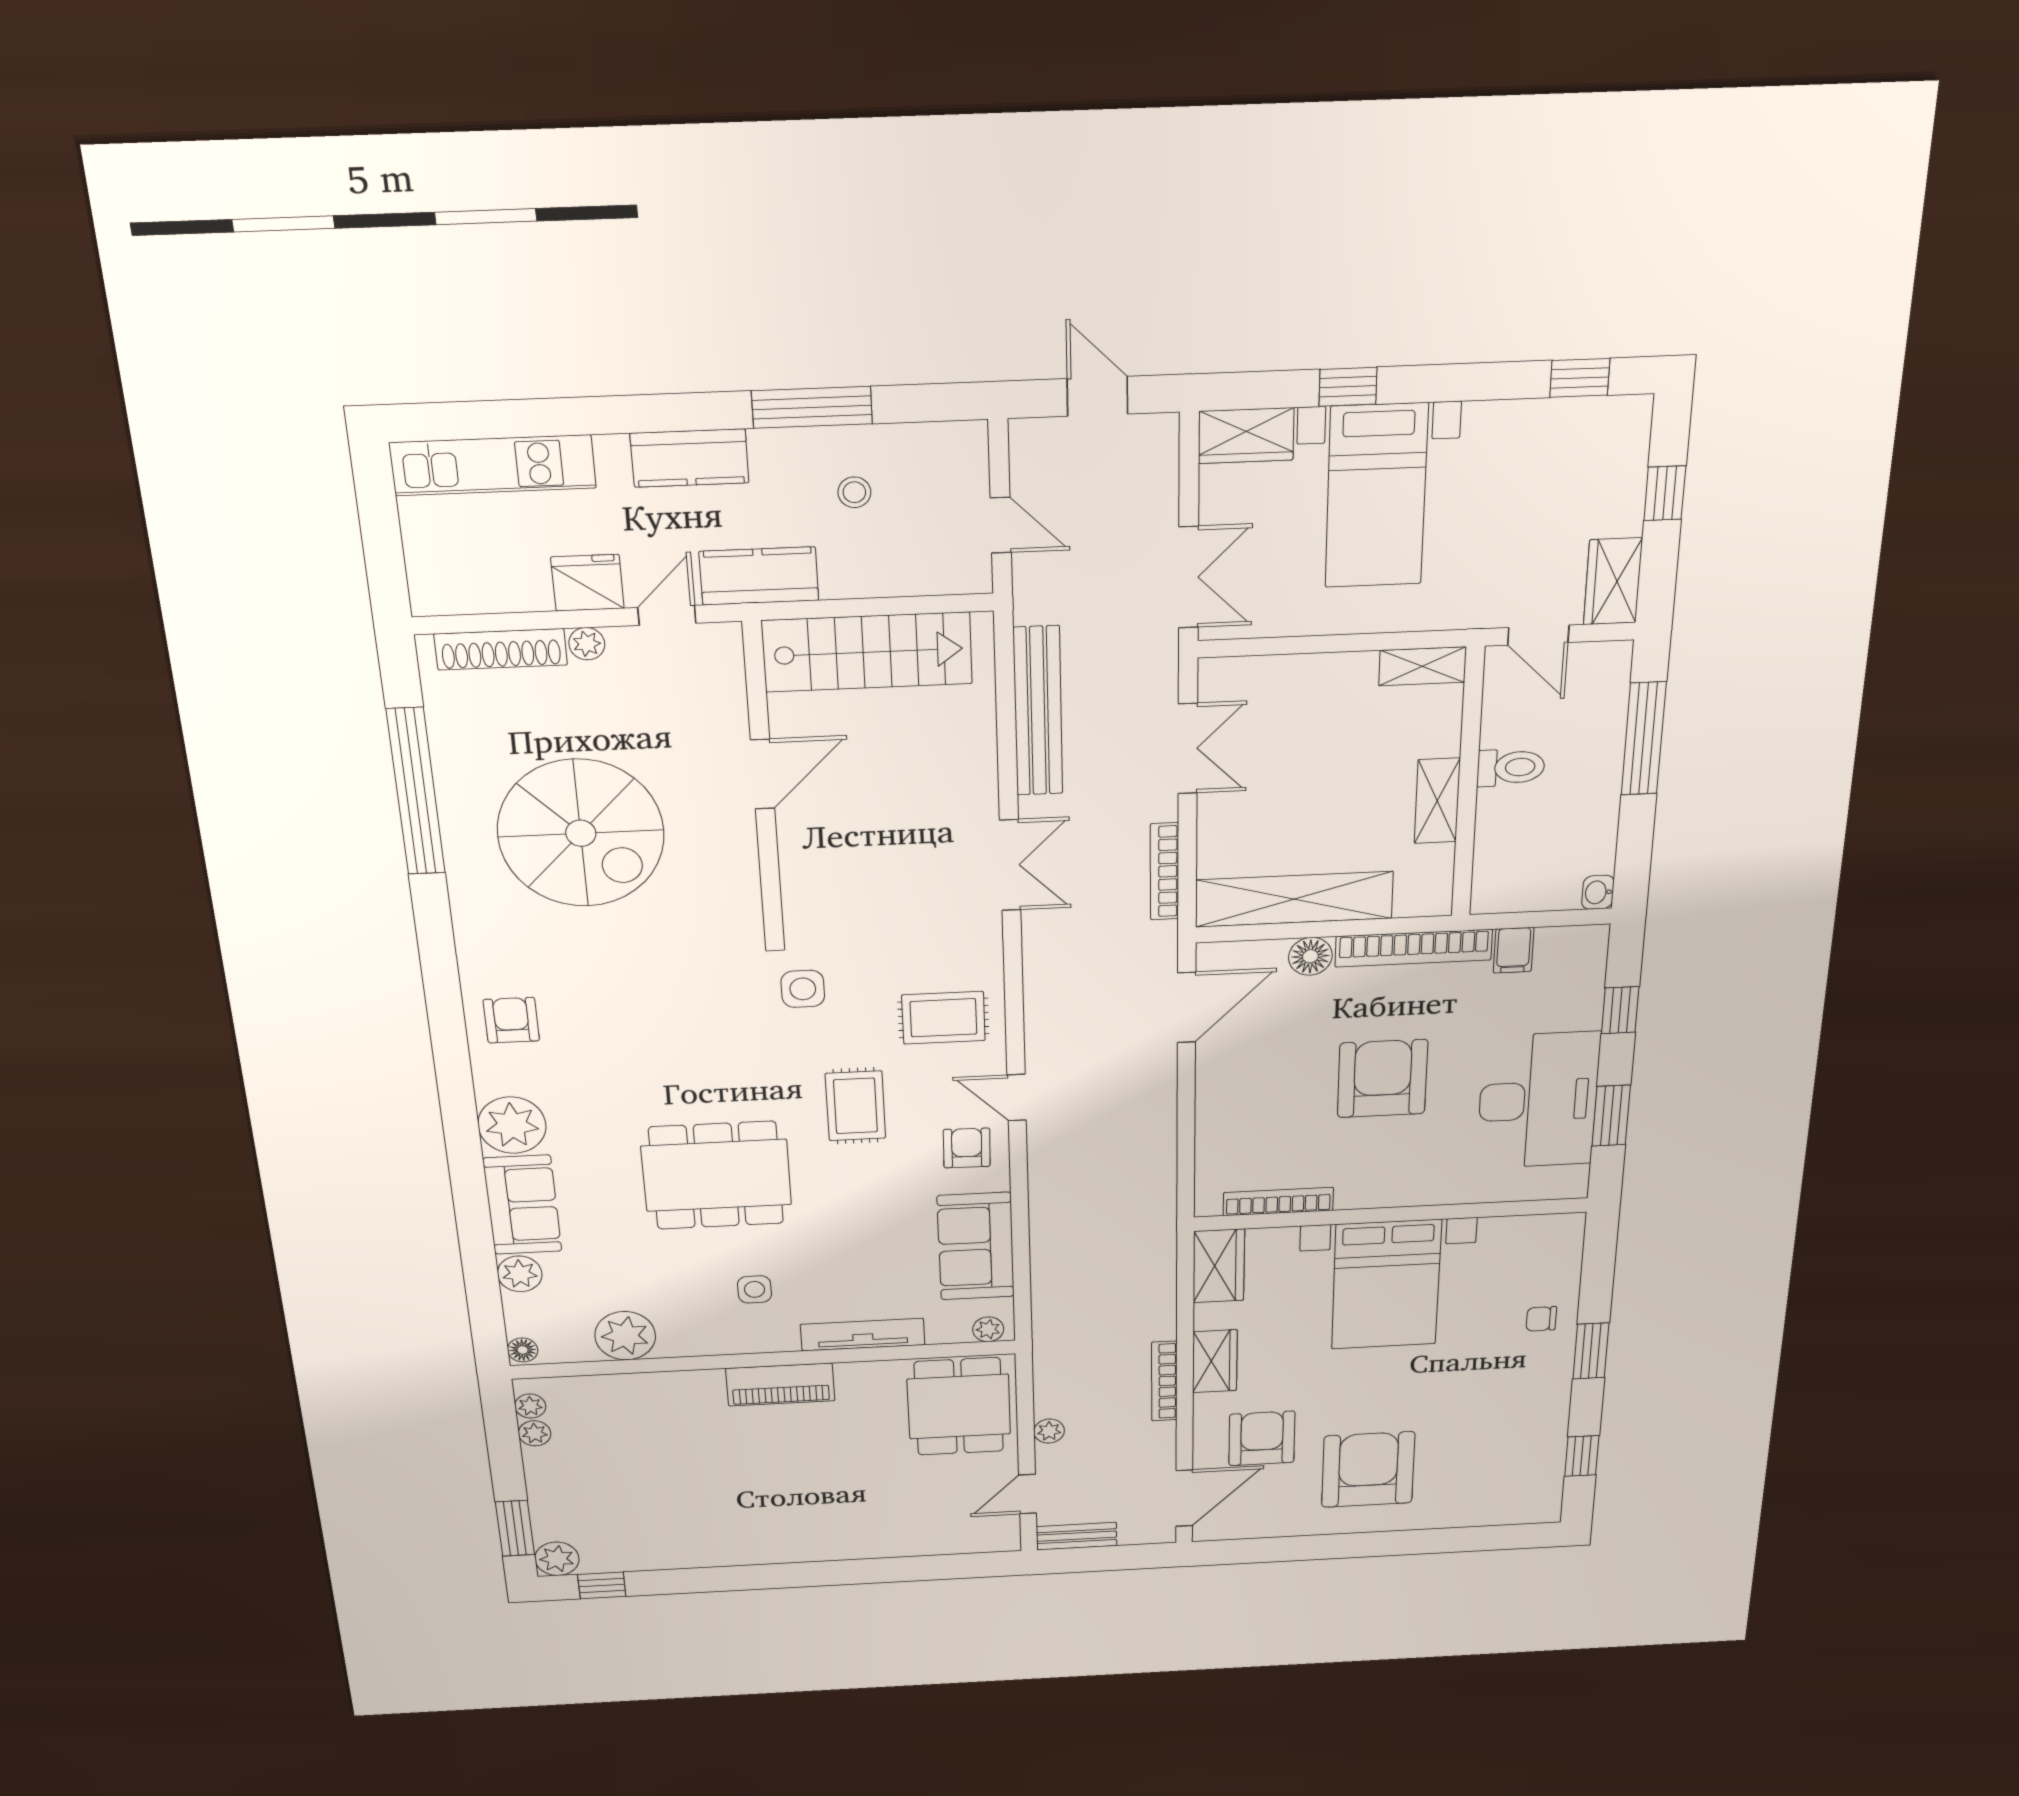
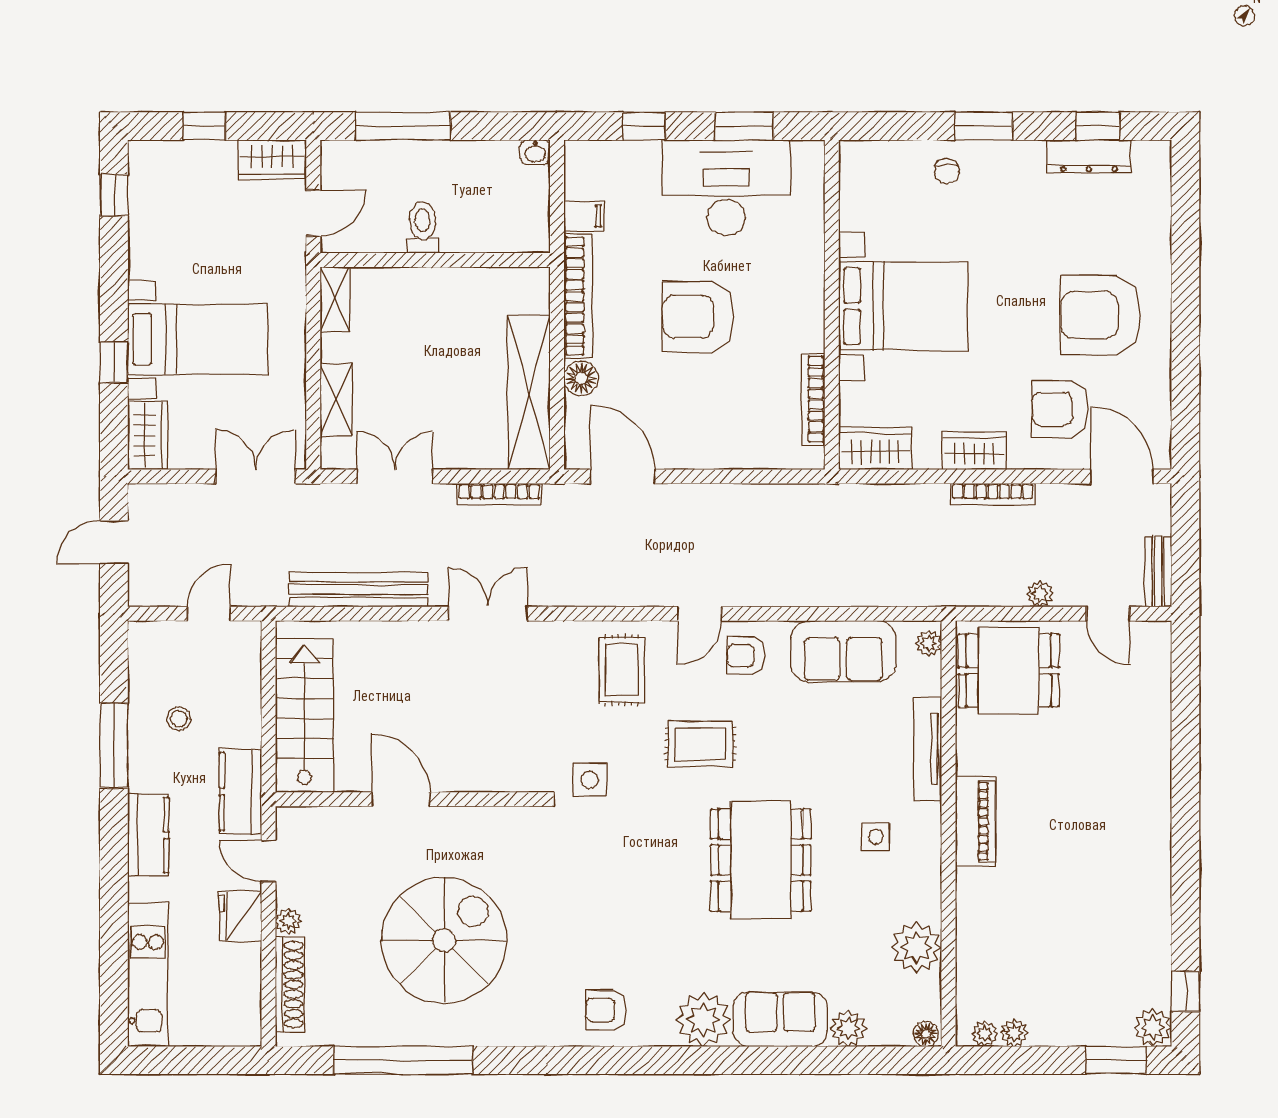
shelving: (1437, 801) -> (336, 400), moved, turned 90
dresser: (1548, 1450) -> (1089, 156), added

